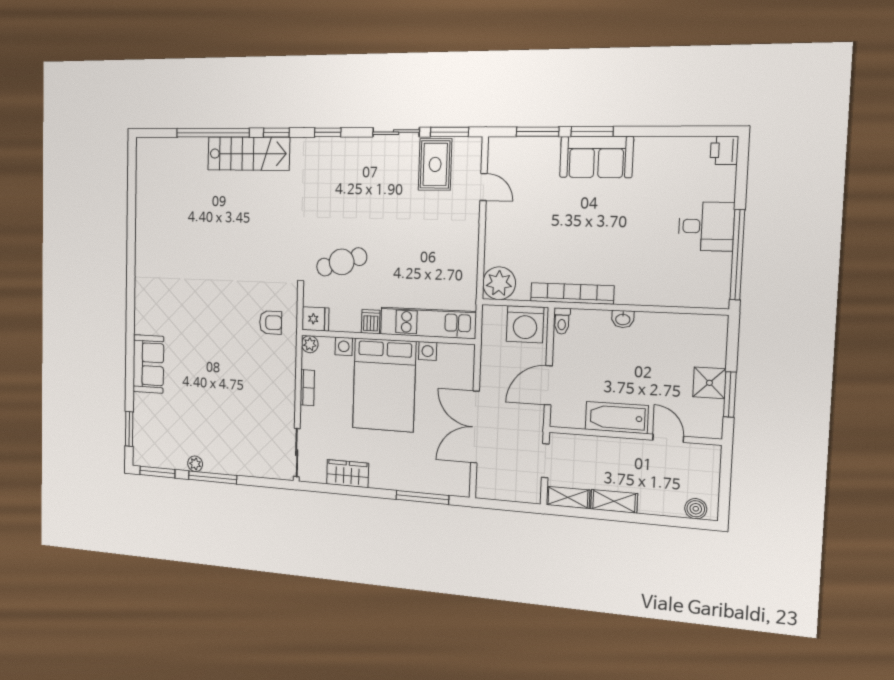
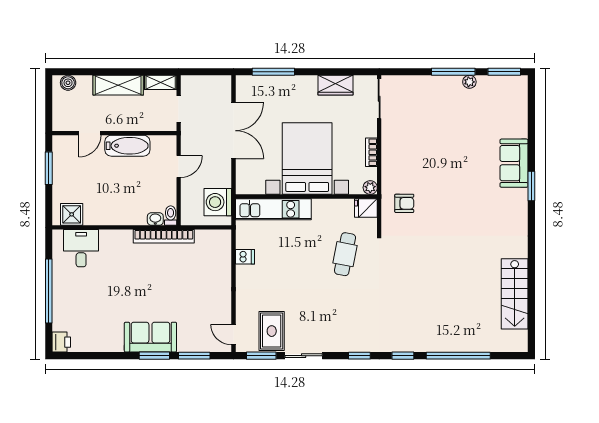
stairs: (249, 154) -> (515, 294), moved, turned -90
door: (484, 187) -> (234, 335), moved
desk: (706, 226) -> (81, 248), moved, turned 90
window: (737, 255) -> (49, 291), moved
cafe table: (342, 262) -> (345, 254), turned -61
plant: (499, 283) -> (219, 242), removed
washbasin: (623, 319) -> (155, 219), moved
dishwasher: (371, 322) -> (245, 257), moved, turned -90
armchair: (271, 323) -> (404, 203), turned 180
washing machine: (525, 324) -> (218, 202), moved, turned -90
shower: (709, 383) -> (72, 214), moved
door: (548, 385) -> (179, 166), width x0.73
window: (129, 429) -> (531, 186), moved
door: (668, 438) -> (90, 133), hinge flipped
shelving: (614, 501) -> (118, 85), width x1.50, depth x1.33

